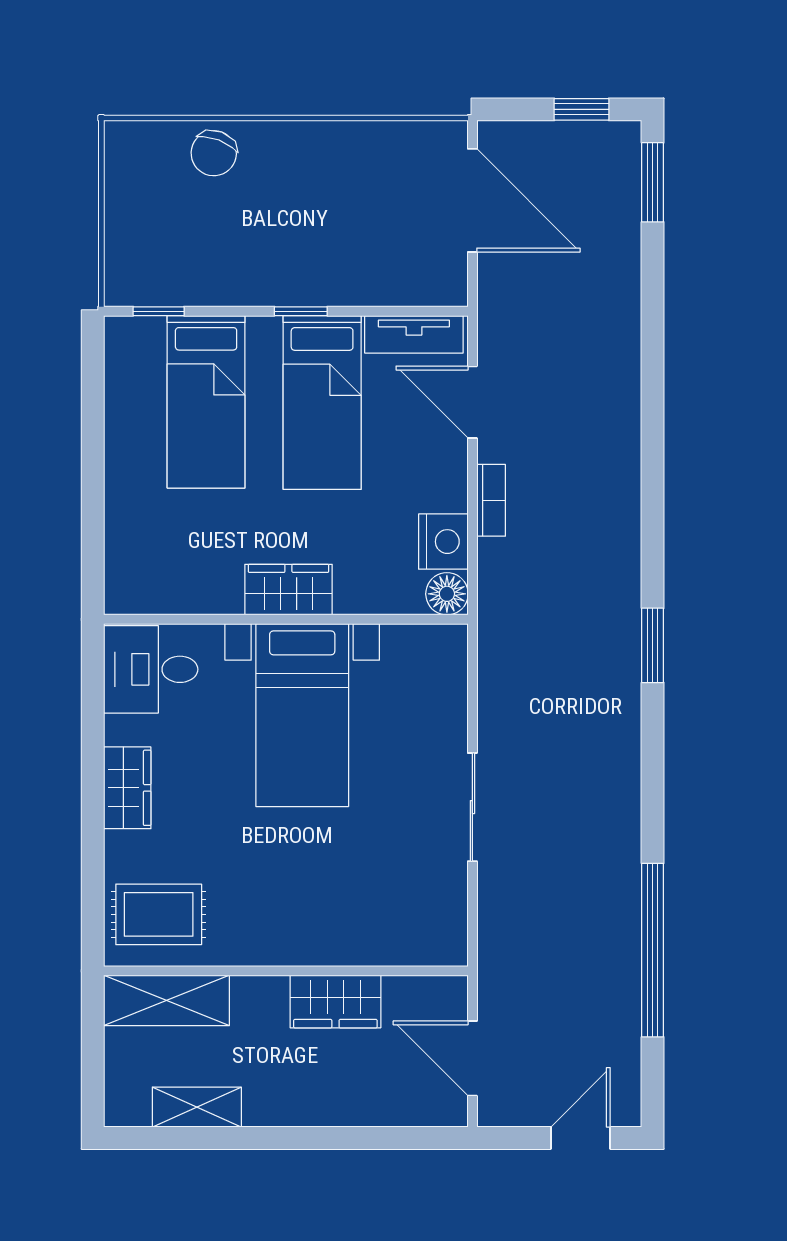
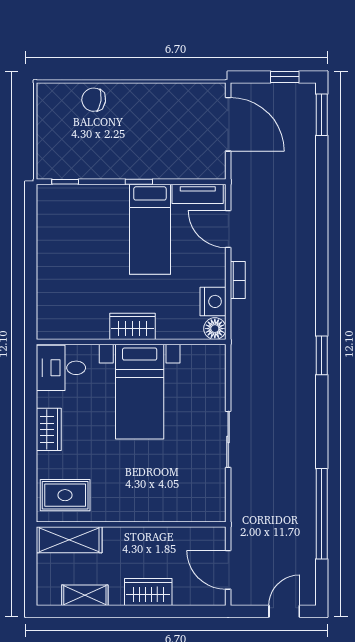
chair: (214, 153) -> (94, 100), turned 77
bed: (206, 402) -> (90, 229), removed
wardrobe: (335, 1002) -> (148, 592), moved, turned 180

